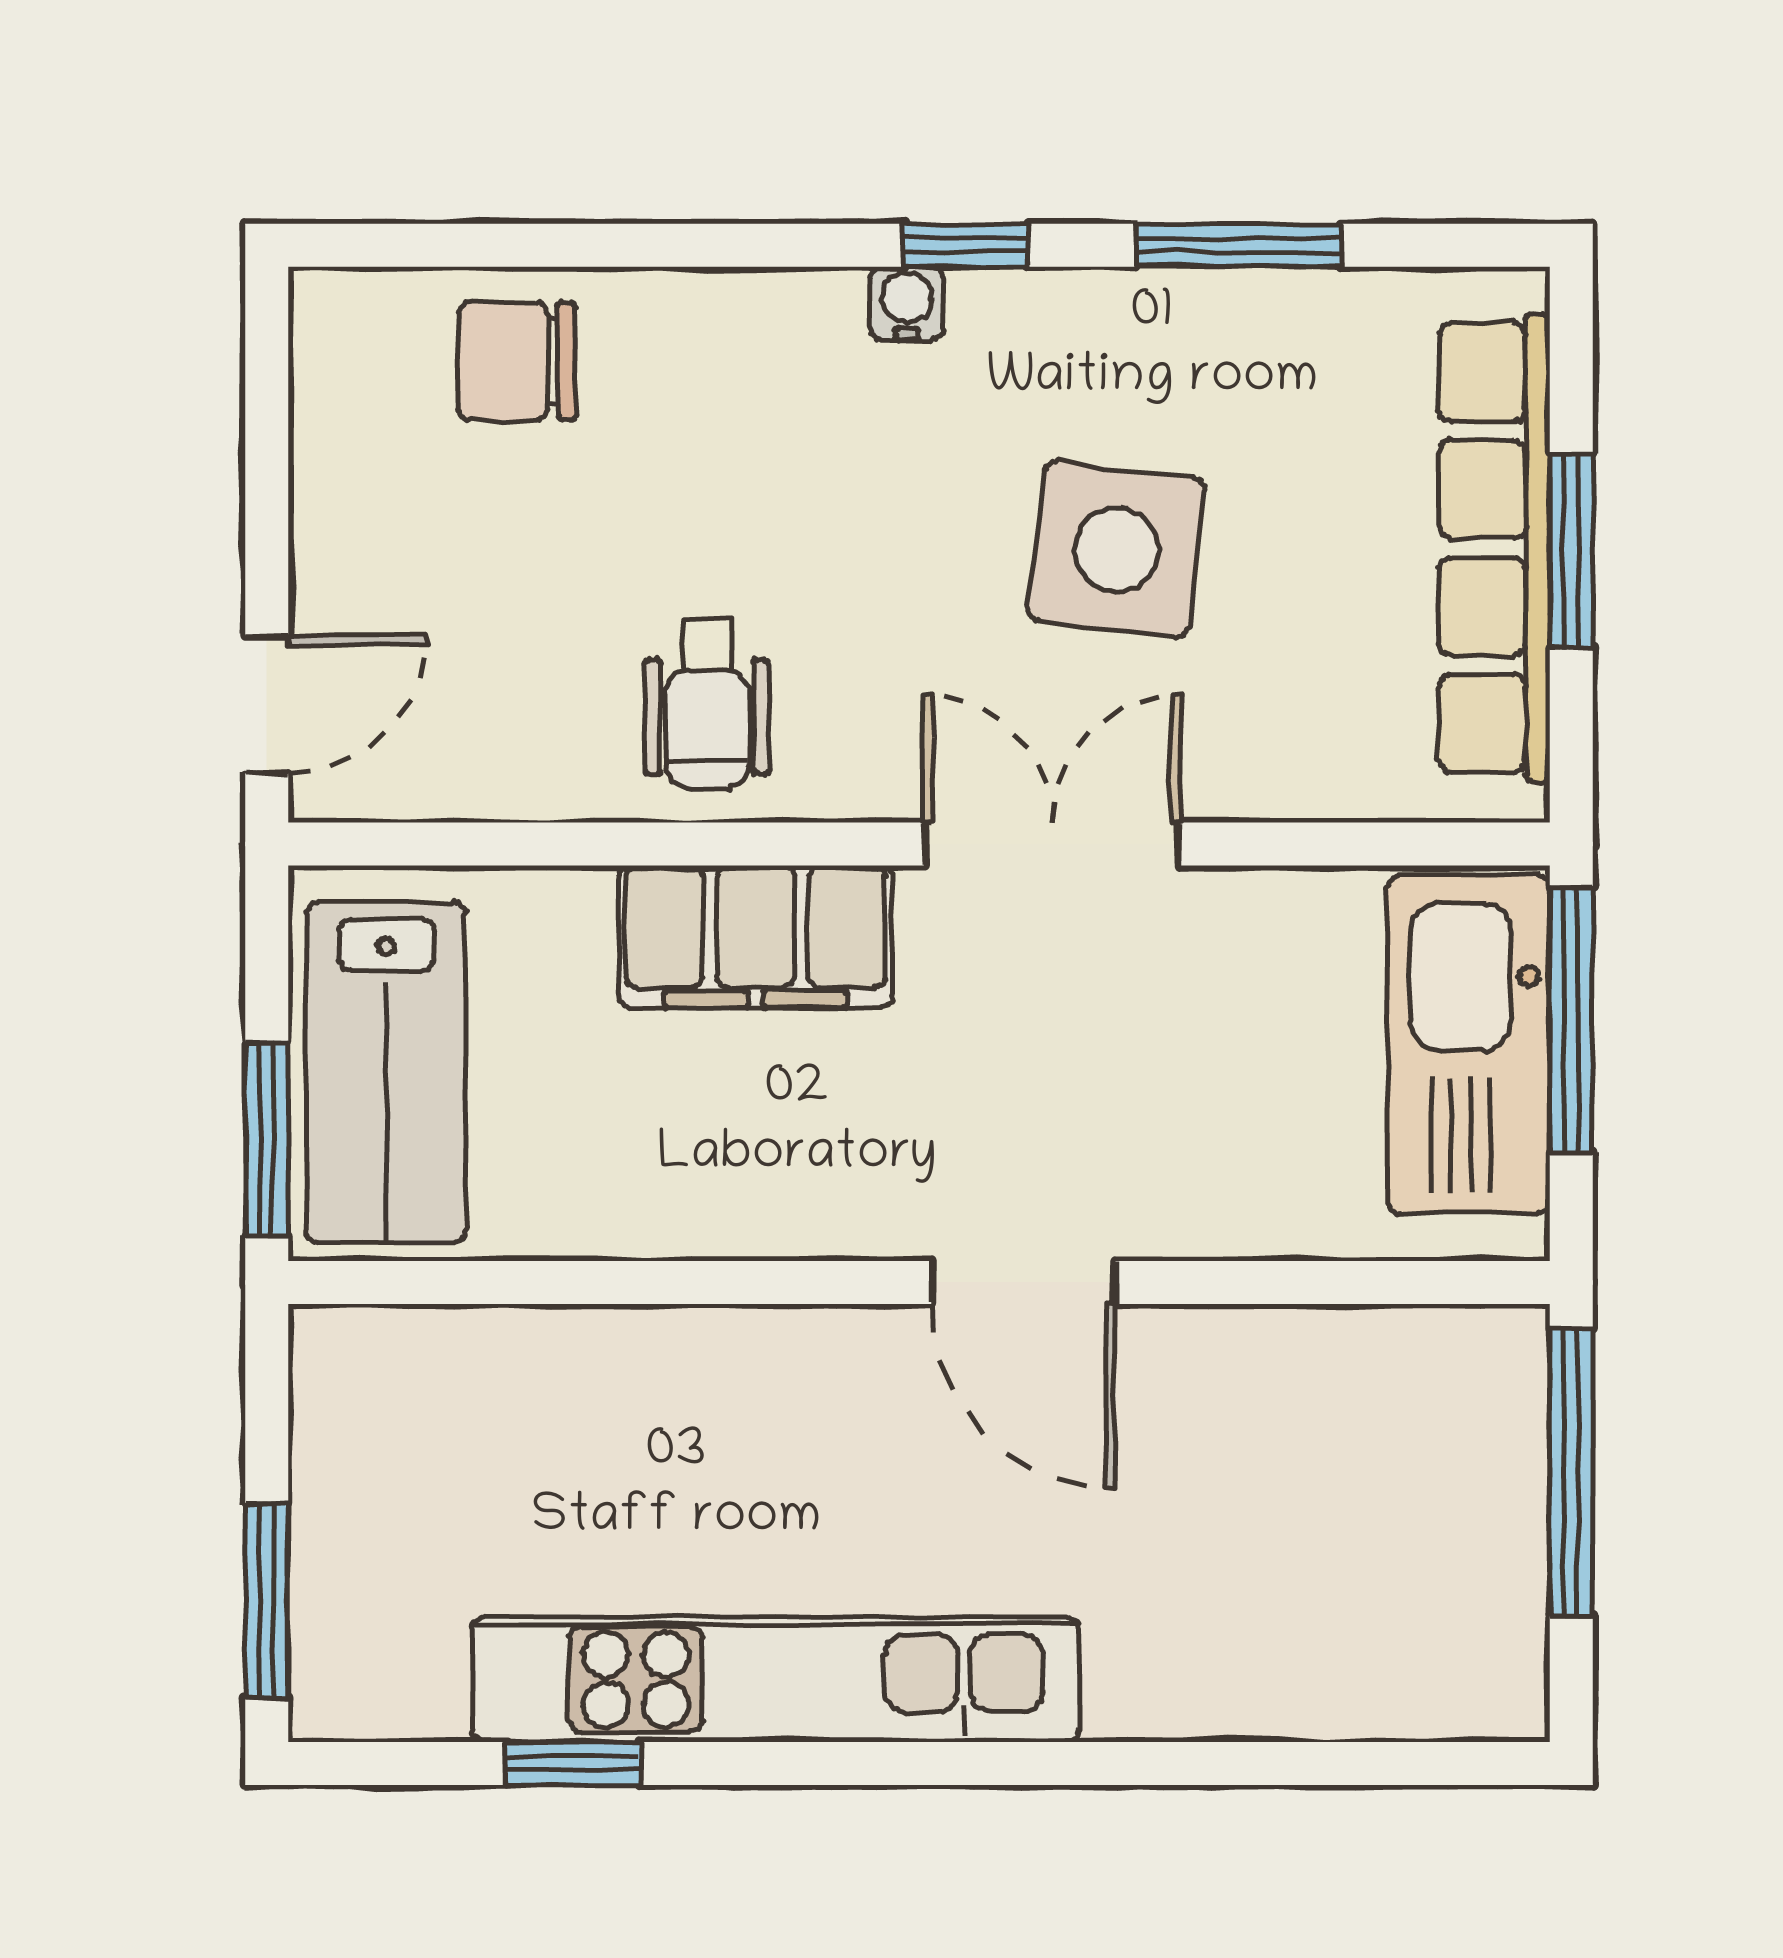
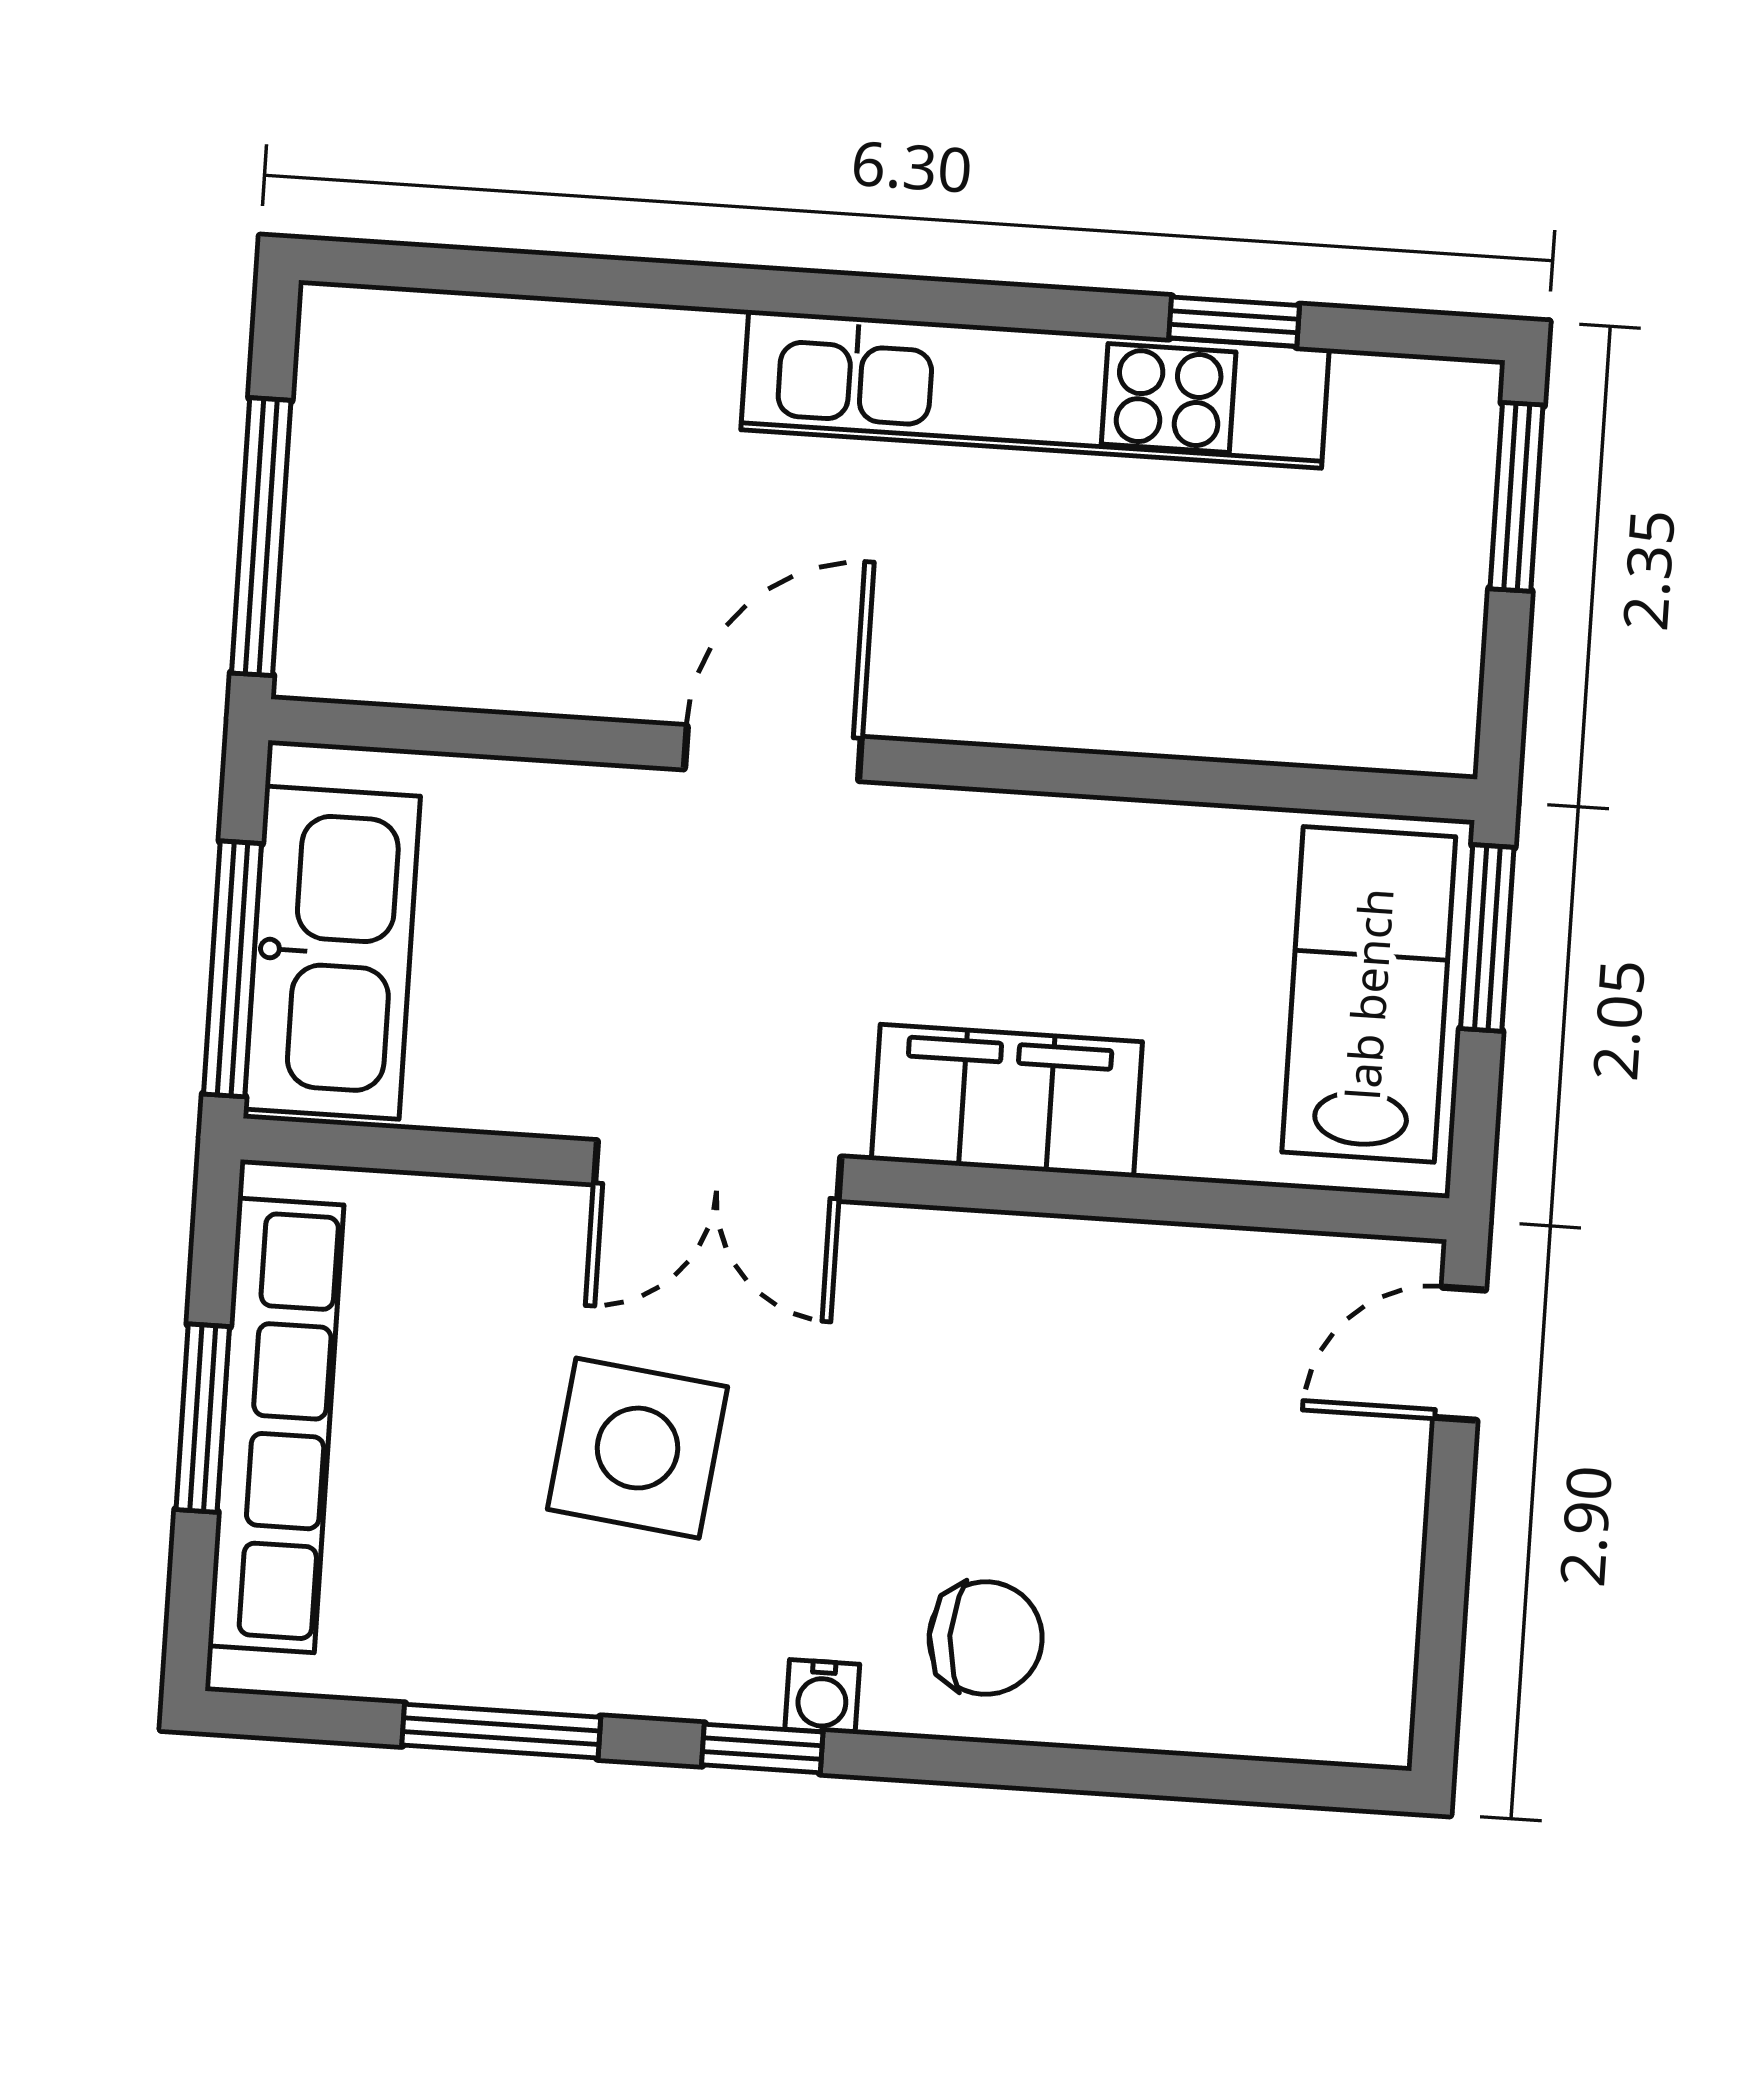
chair: (517, 361) -> (986, 1638), moved
wheelchair: (707, 704) -> (1039, 1327), removed
door: (1023, 1282) -> (773, 753), hinge flipped

